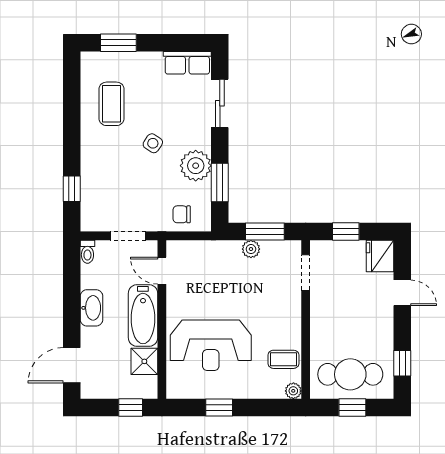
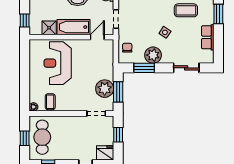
row of seats: (187, 63) -> (208, 37), moved
plant: (251, 249) -> (105, 89), width x1.88, depth x1.88
window: (219, 408) -> (25, 68), removed

